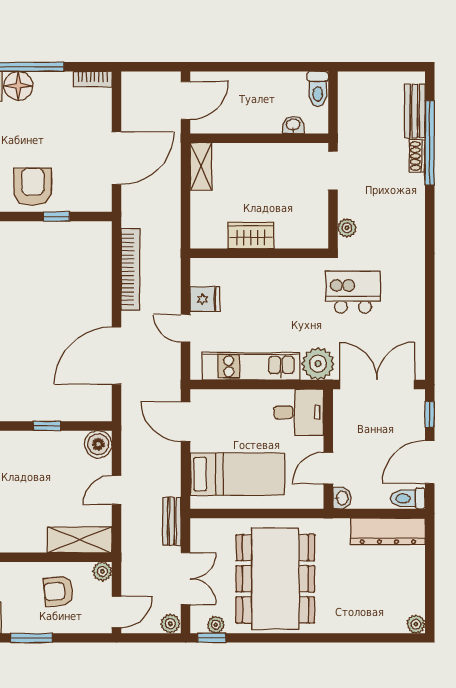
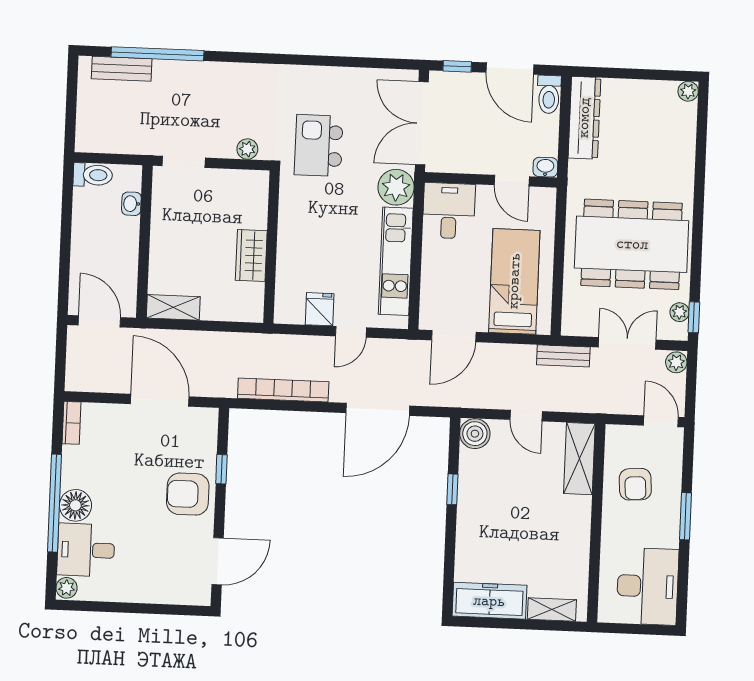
shoe rack: (417, 156) -> (171, 68), removed
door: (117, 356) -> (378, 409), hinge flipped
plant: (102, 571) -> (615, 435), removed

